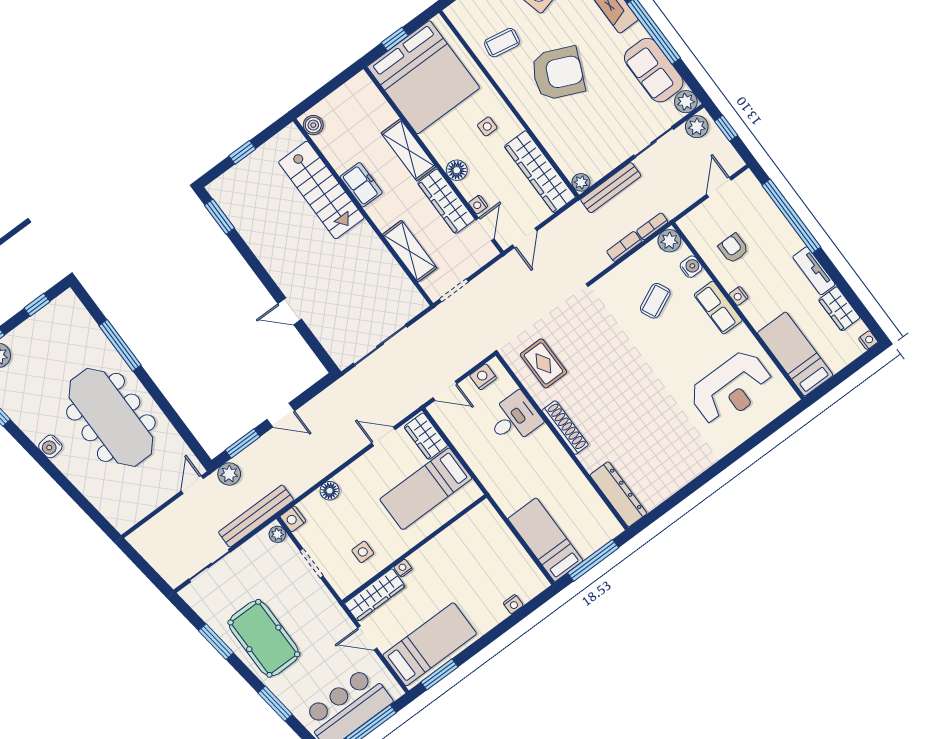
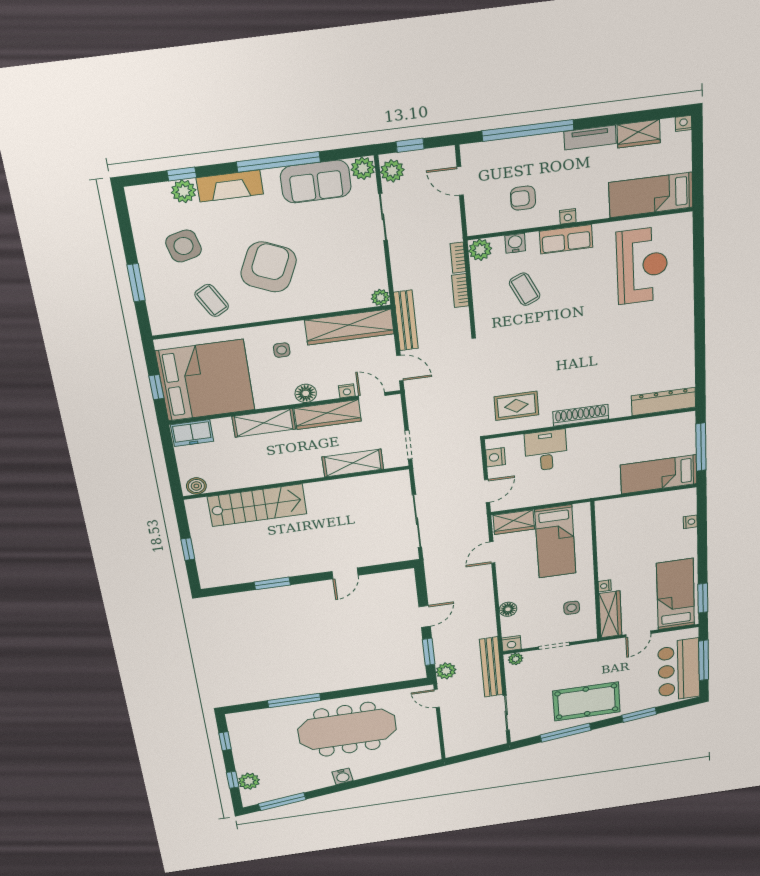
coffee table: (502, 43) -> (212, 300), turned -39
freezer: (361, 185) -> (192, 433), moved, turned 180
bench: (611, 188) -> (406, 320), moved
window: (219, 217) -> (272, 583), moved
window: (216, 642) -> (566, 733), width x1.44

